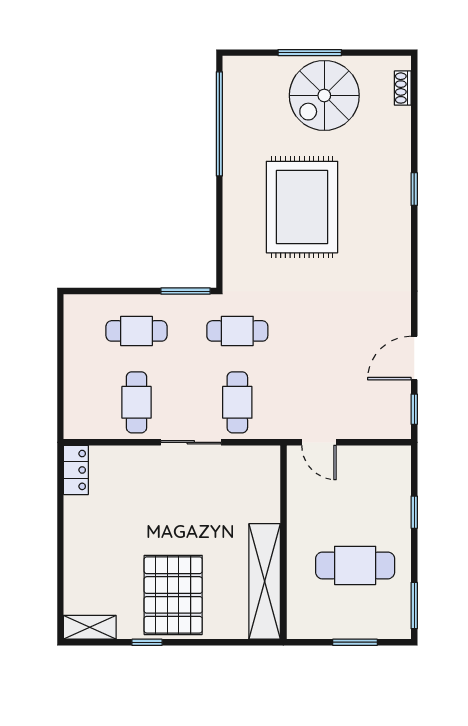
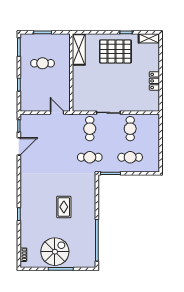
rug: (302, 207) -> (64, 207), width x0.54, depth x0.49
locker: (76, 470) -> (154, 81), moved
cafe table: (355, 565) -> (43, 63), width x0.73, depth x0.74
shelving: (265, 581) -> (79, 49), width x0.68
pallet: (173, 595) -> (115, 51), turned 90

